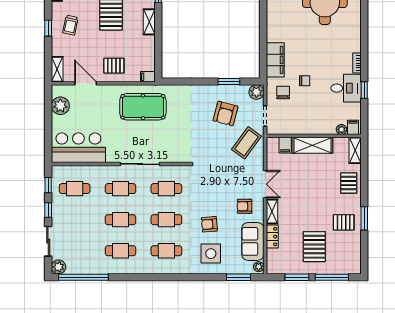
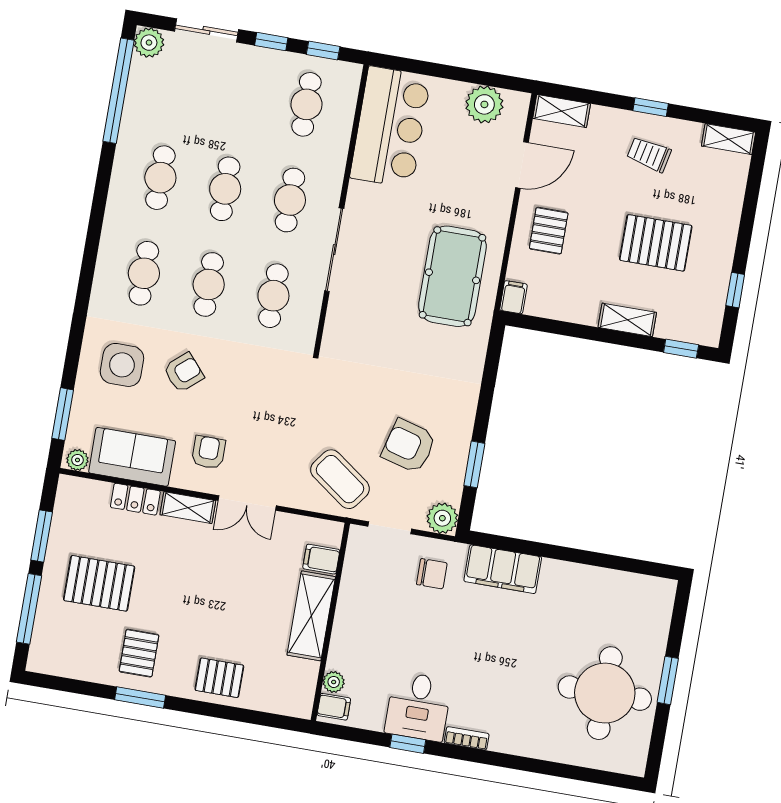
chair: (305, 81) -> (448, 623), removed
shelving: (355, 150) -> (285, 703), removed
armchair: (209, 224) -> (184, 373), turned 54

